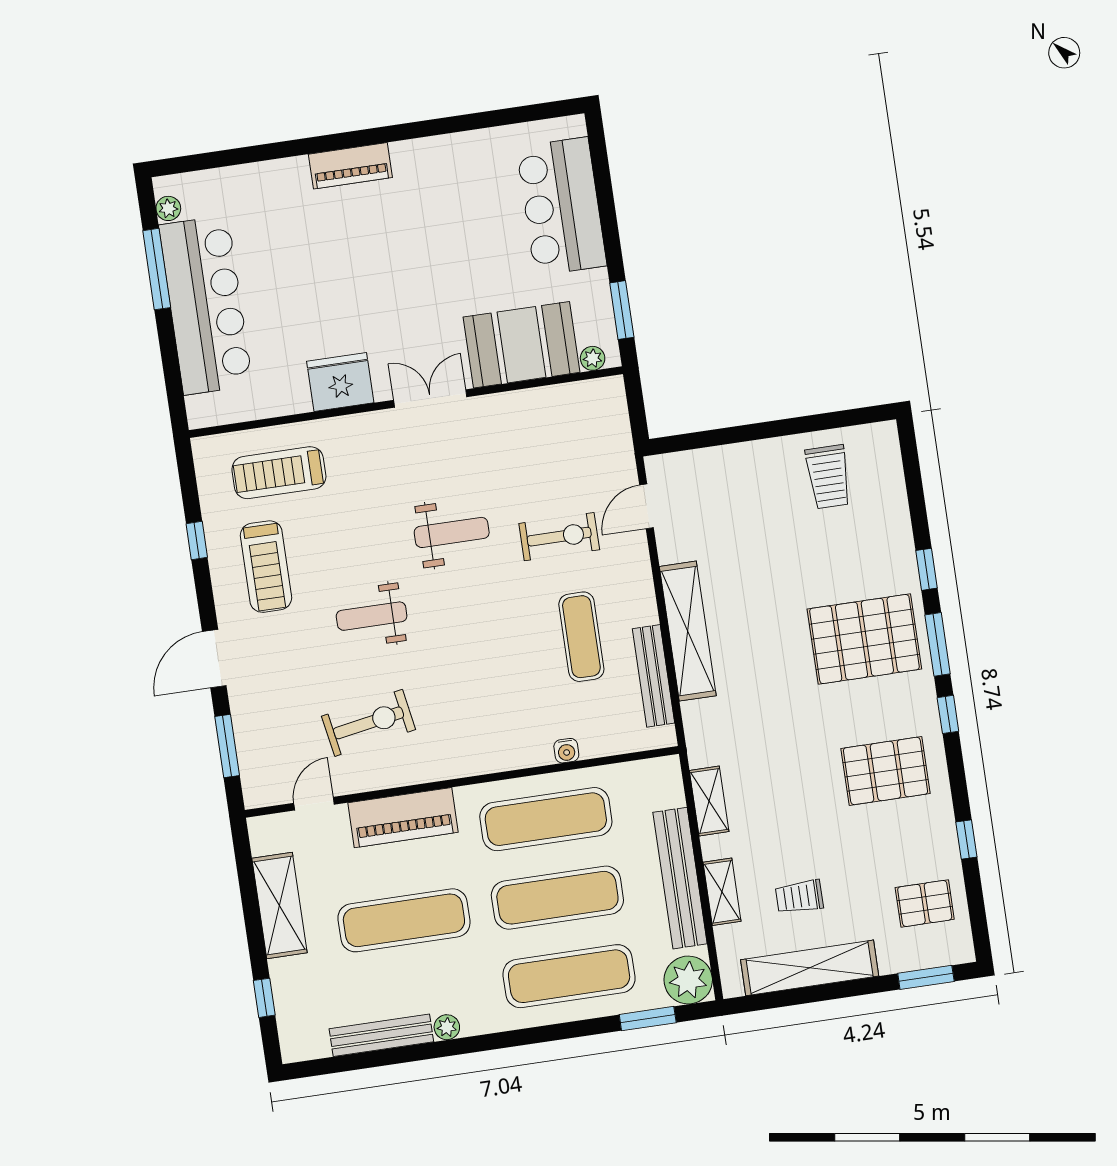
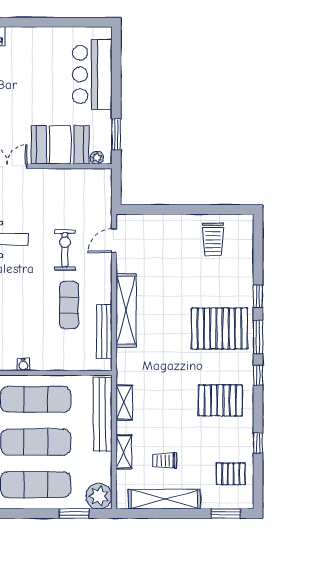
exercise bike: (559, 537) -> (65, 250), turned -90
water cooler: (566, 751) -> (23, 364), moved
bench: (680, 878) -> (103, 414), moved

